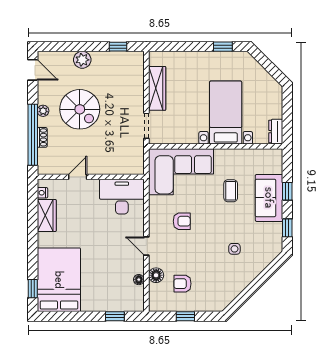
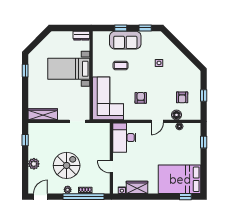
wardrobe: (157, 88) -> (43, 114), moved

